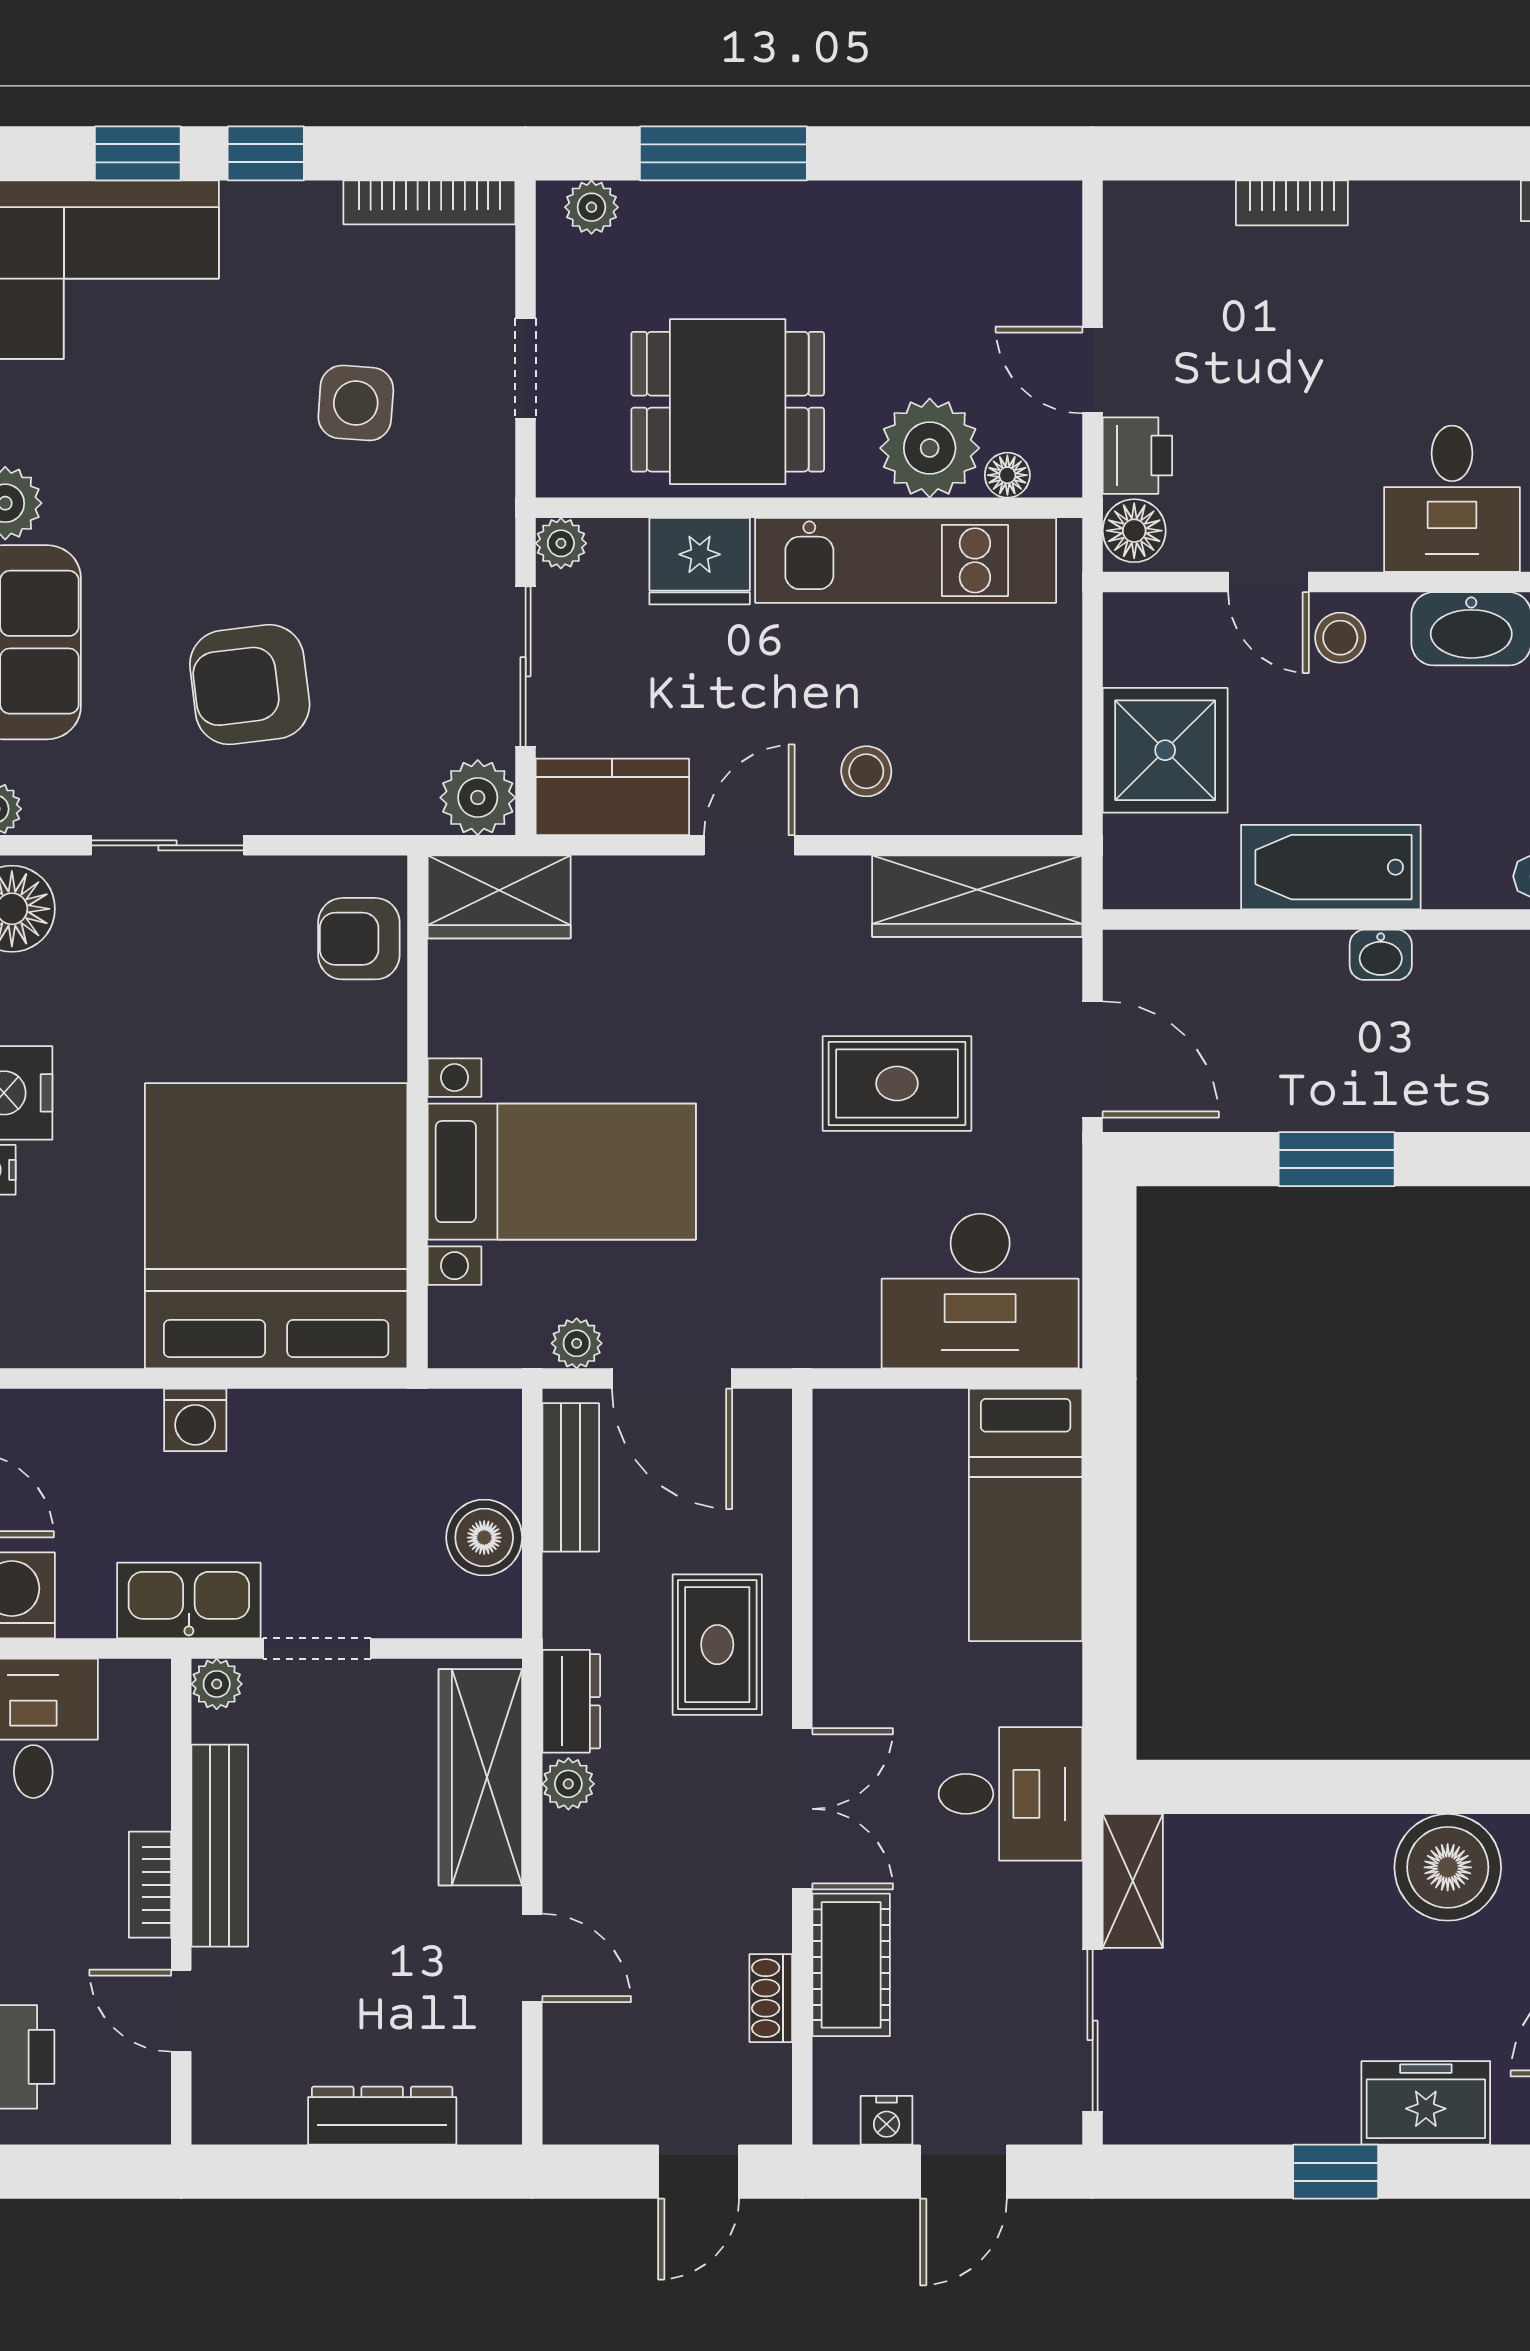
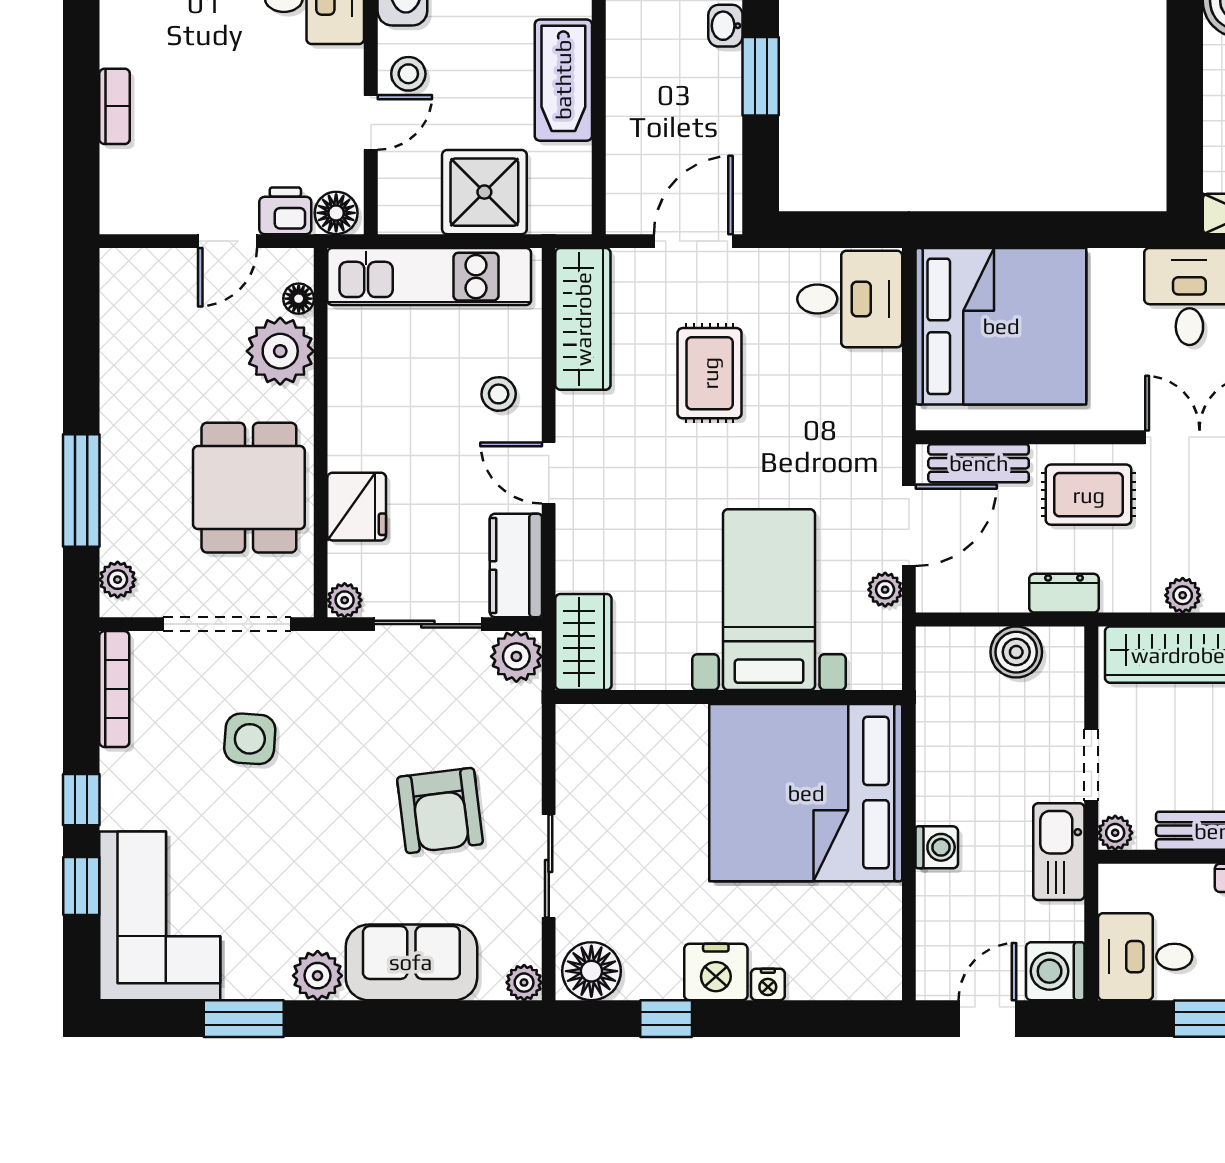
doorway: (526, 369) -> (227, 624), width x1.87
kitchen unit: (906, 560) -> (429, 277), moved, turned 90
armchair: (359, 939) -> (612, 737), removed
washbasin: (1381, 955) -> (725, 26), moved, turned 180
desk: (980, 1291) -> (850, 299), width x0.73
bench: (571, 1477) -> (979, 463), moved
bed: (1026, 1515) -> (1001, 326), width x2.04
dresser: (571, 1701) -> (1064, 593), moved

